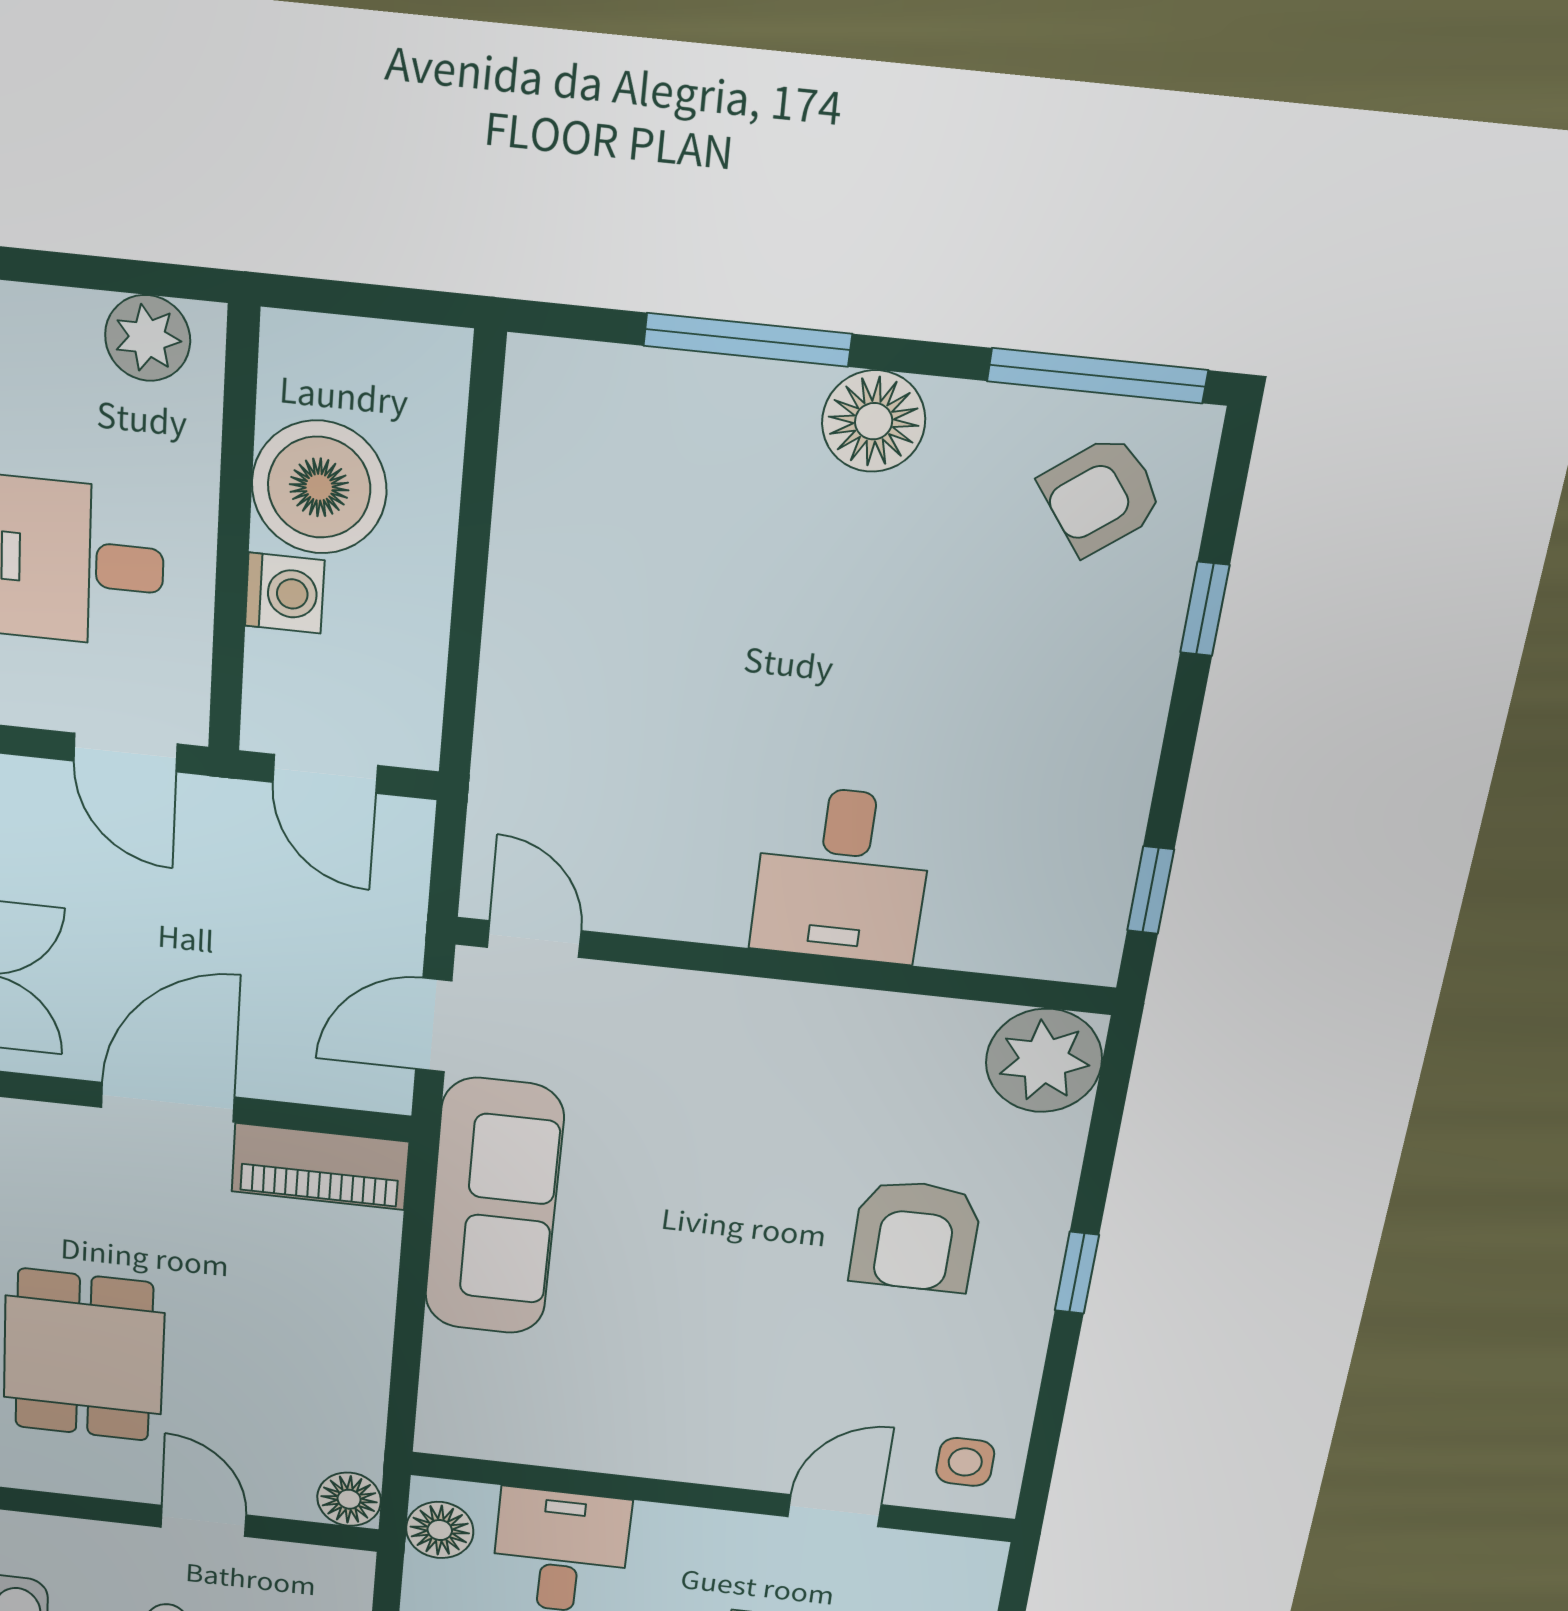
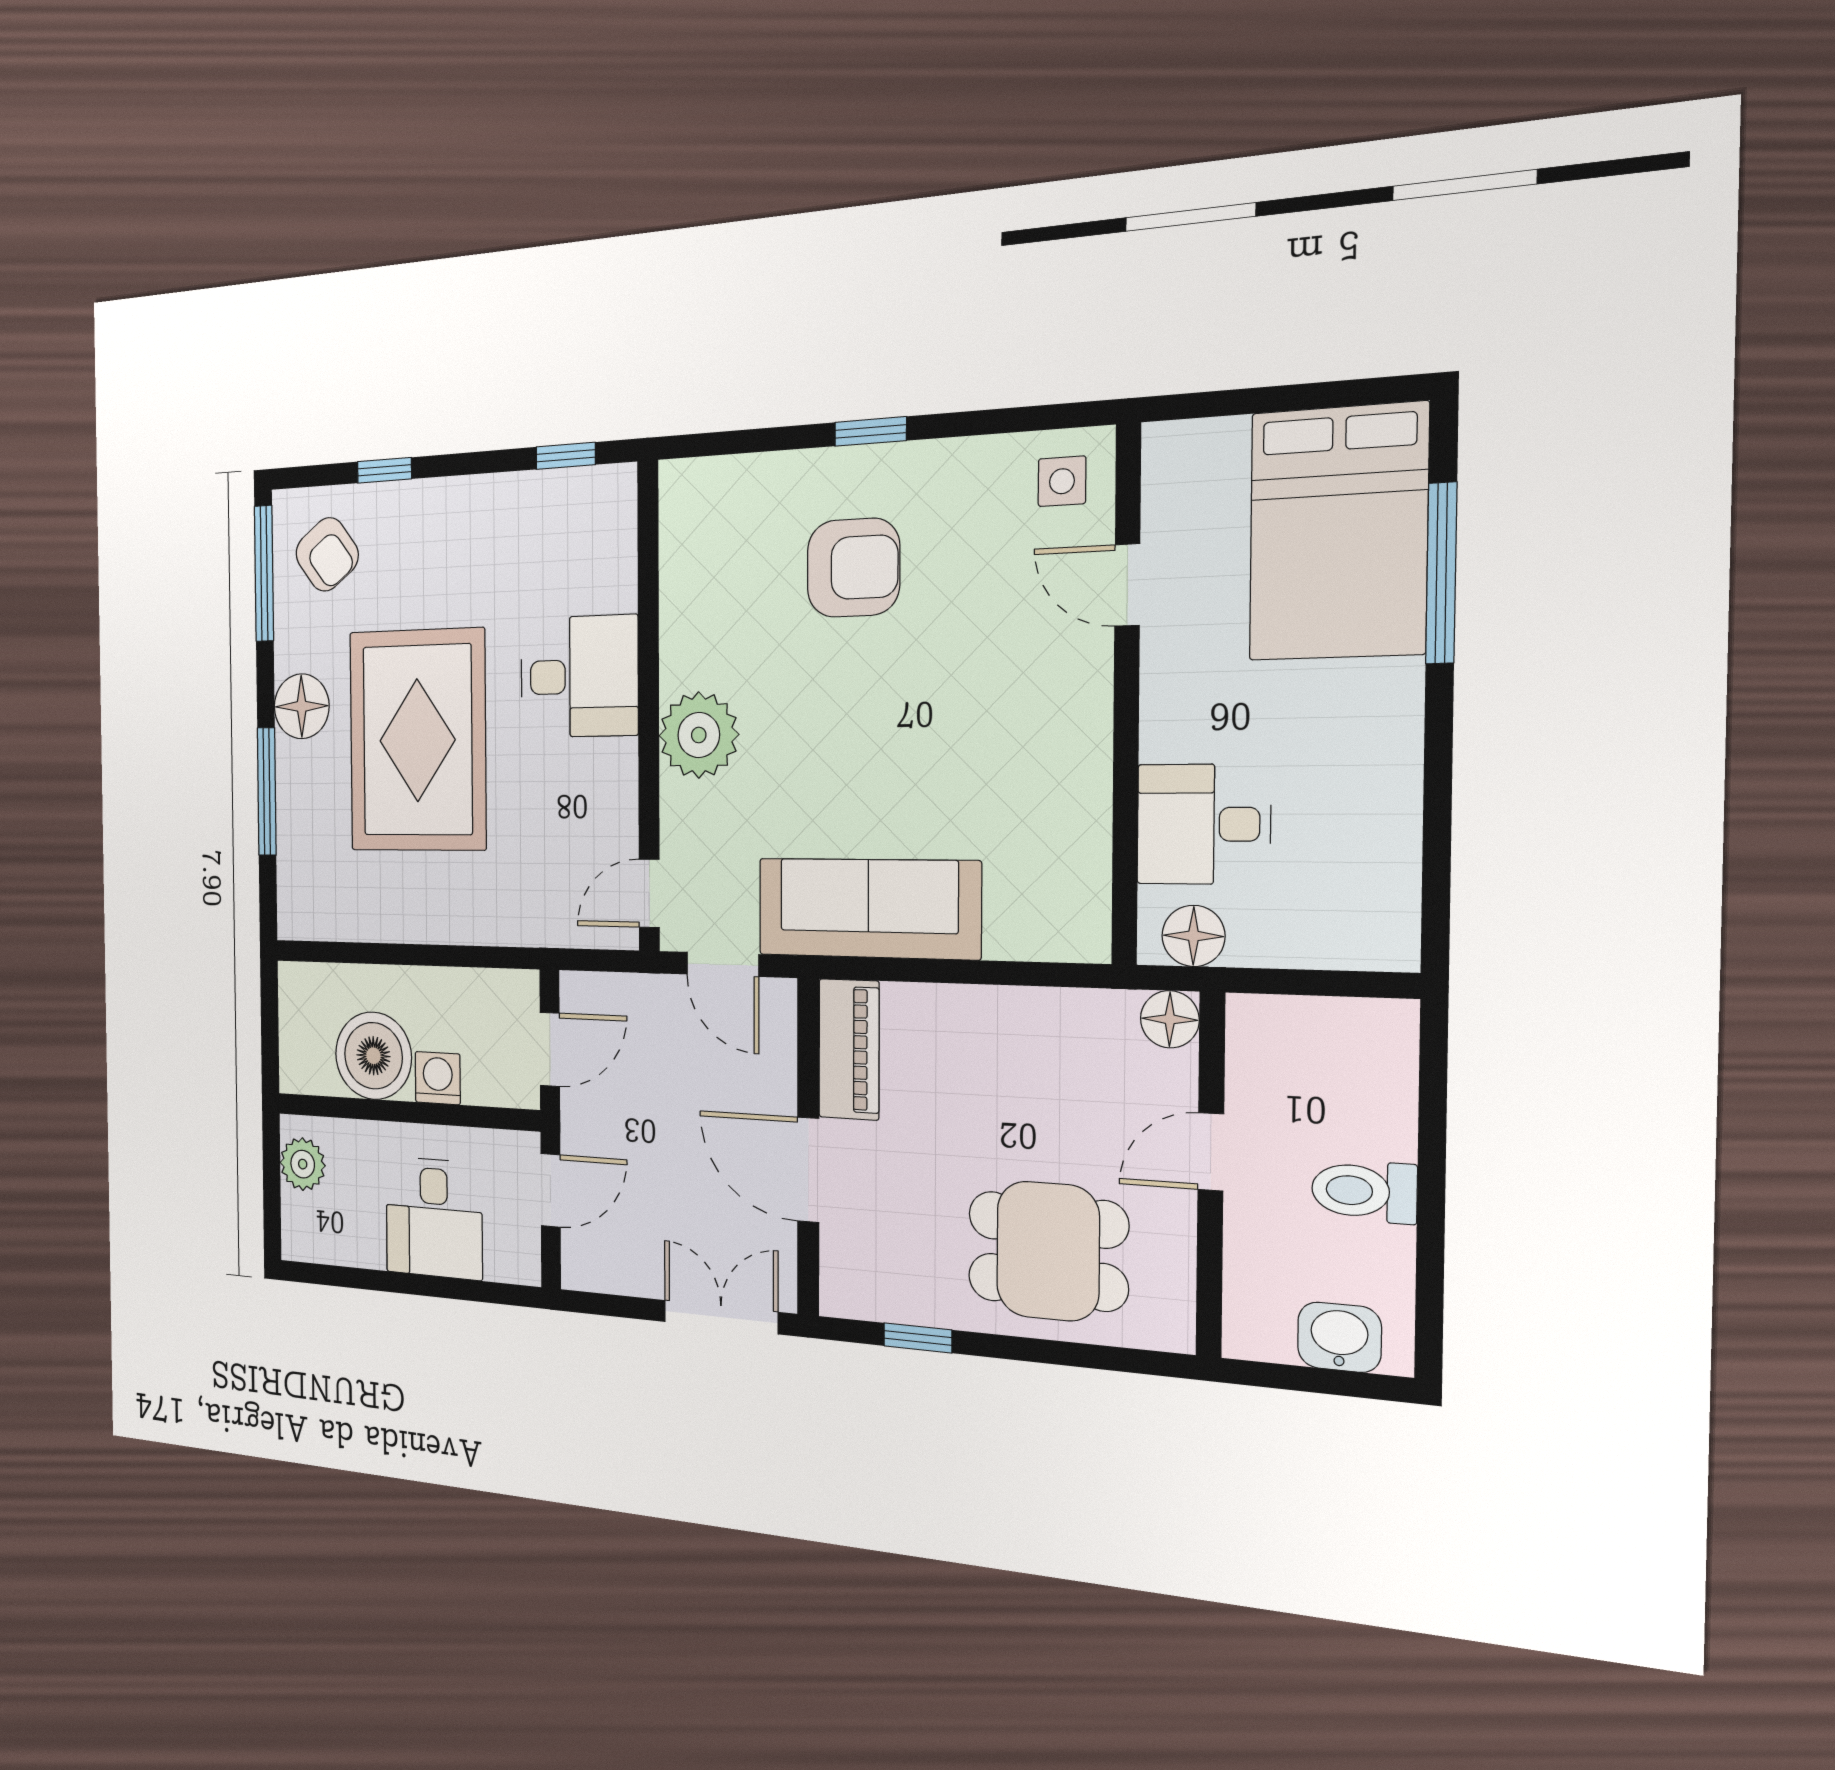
rug: (790, 617) -> (417, 740), added
plant: (1044, 1061) -> (699, 735), moved

